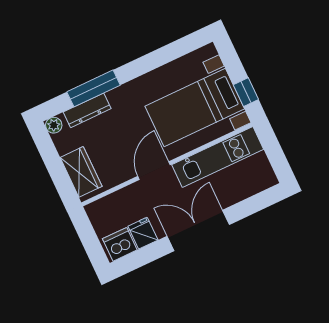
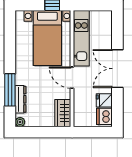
wardrobe: (81, 172) -> (63, 113), moved, turned -90

